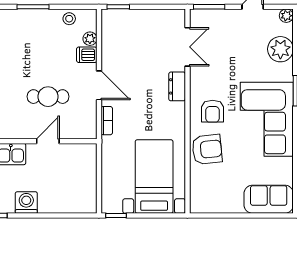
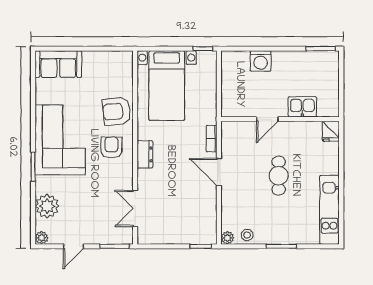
plant: (90, 39) -> (227, 238), moved
dishwasher: (87, 55) -> (230, 201), removed
dresser: (177, 86) -> (145, 154), moved
cafe table: (48, 97) -> (279, 176), moved, turned 90
washing machine: (26, 203) -> (261, 61), moved

